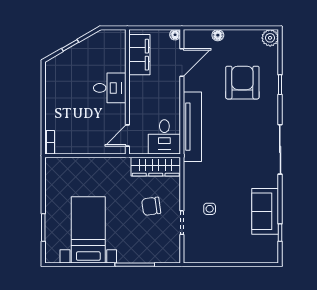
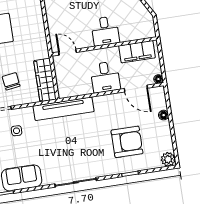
tv unit: (192, 127) -> (64, 109), moved
desk: (164, 137) -> (105, 77), moved, turned -90

